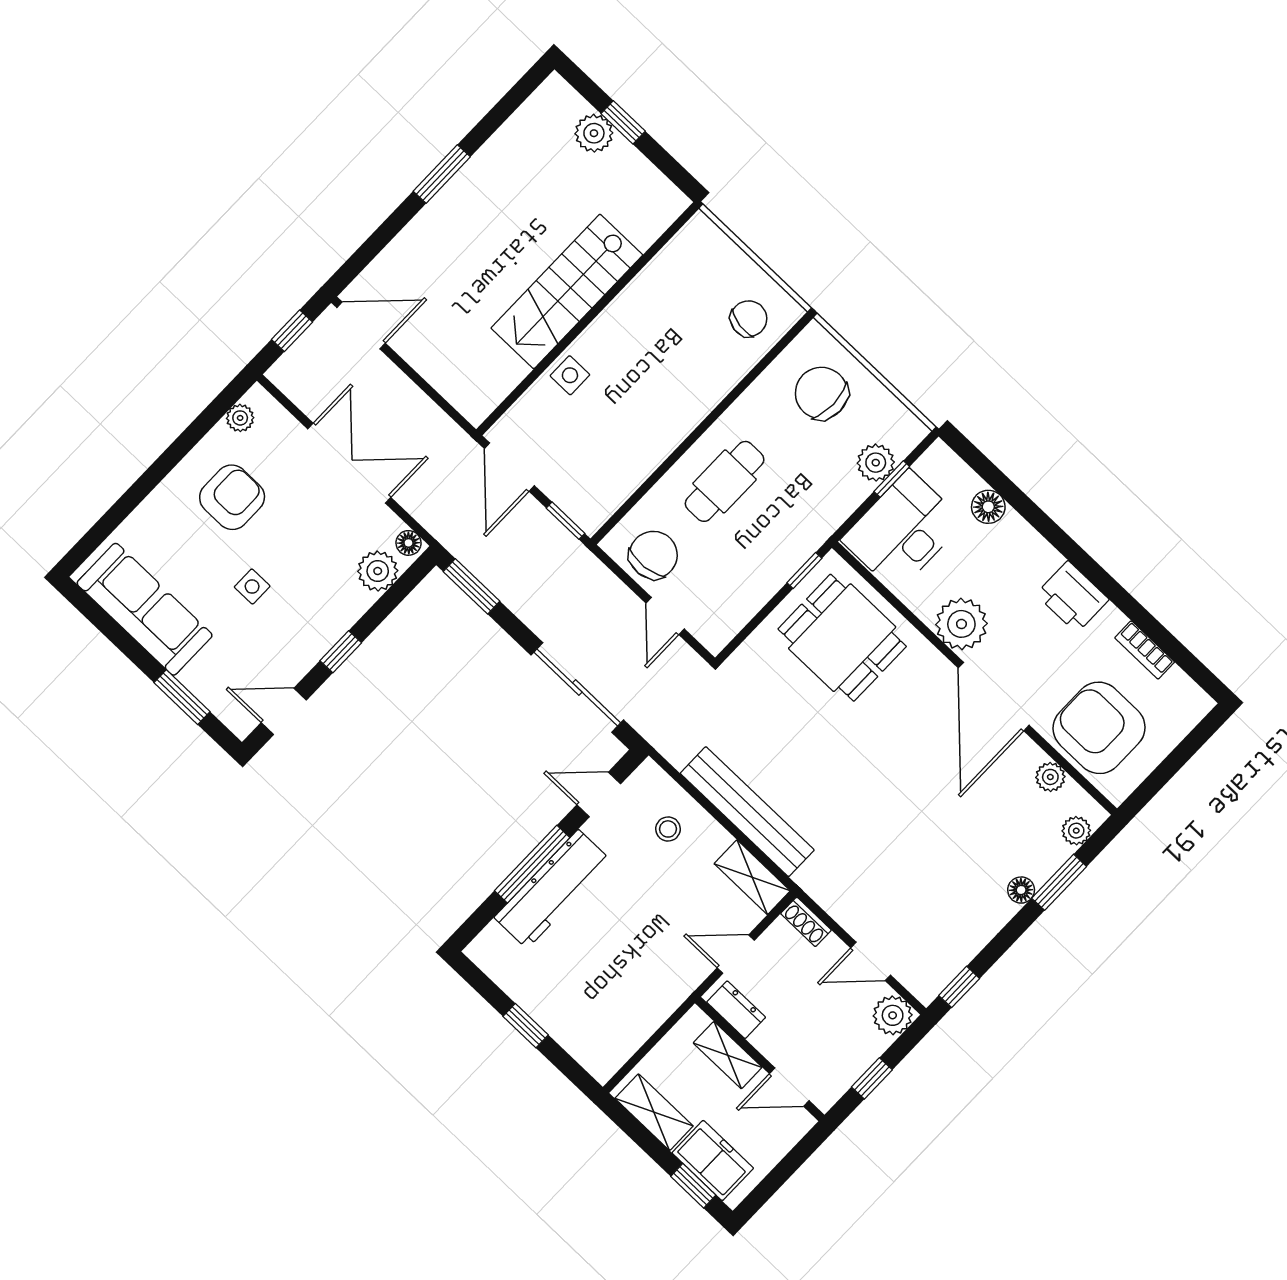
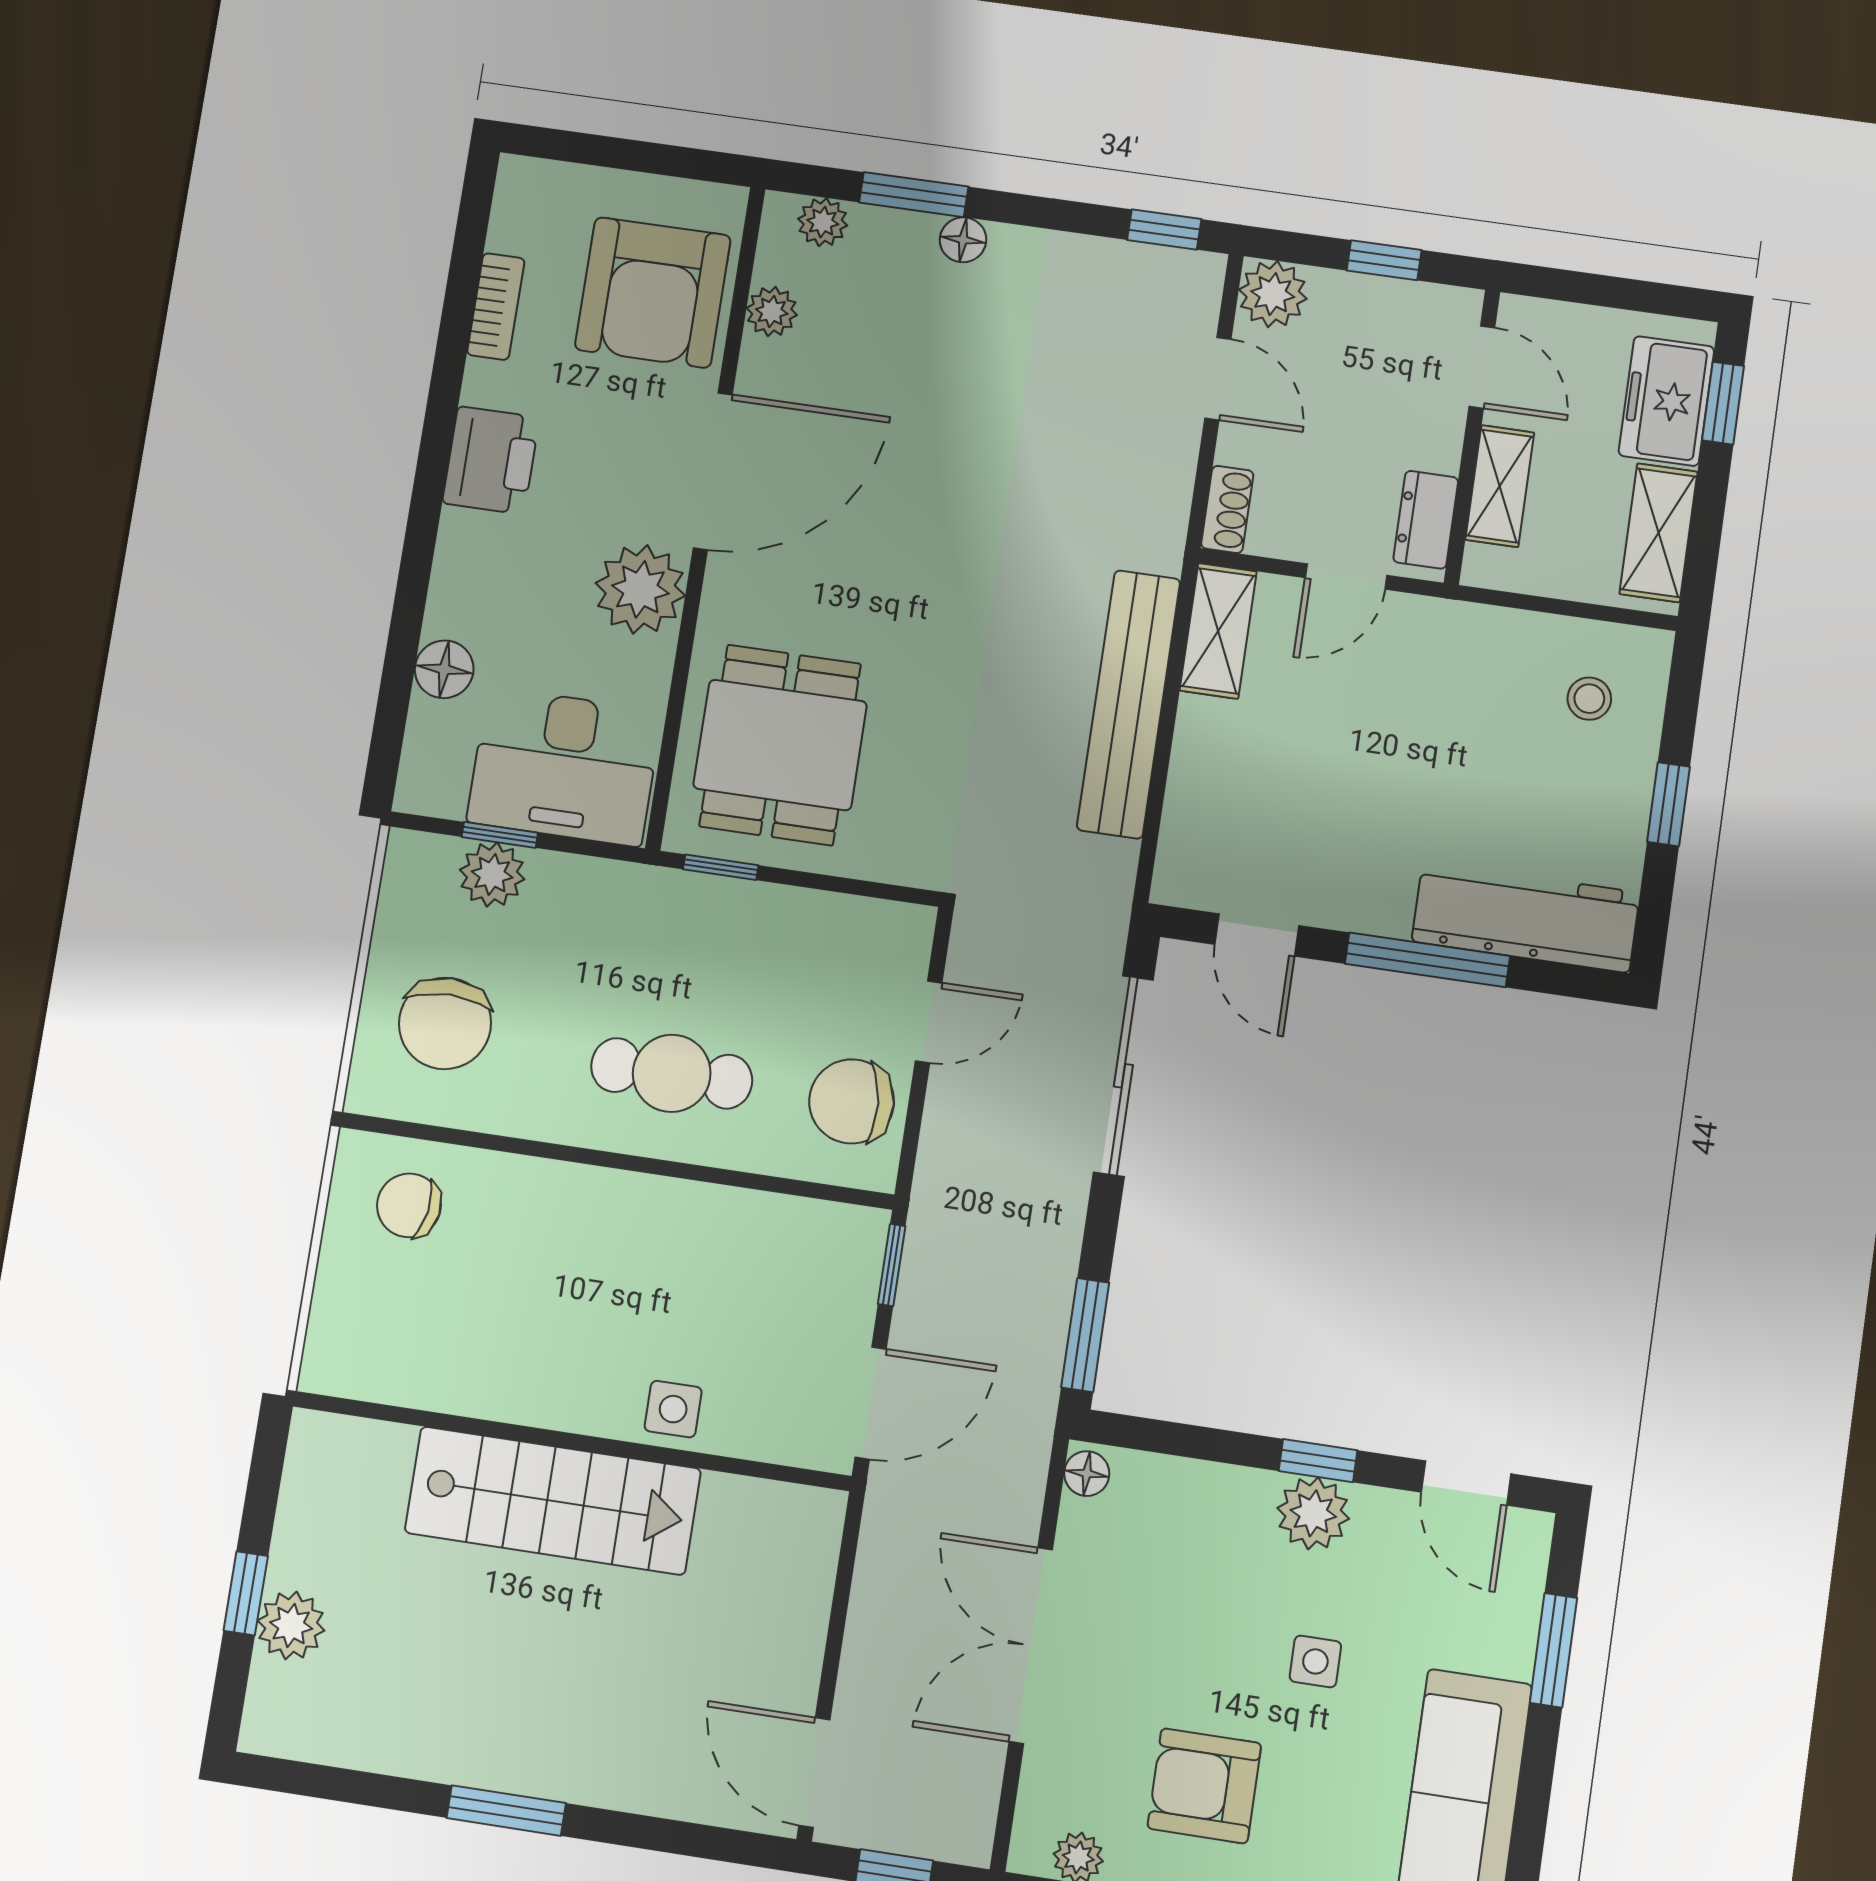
plant: (378, 571) -> (1313, 1513), moved
stool: (668, 829) -> (1589, 699), moved
workbench: (553, 889) -> (1526, 917), moved
door: (736, 954) -> (1346, 576), hinge flipped

